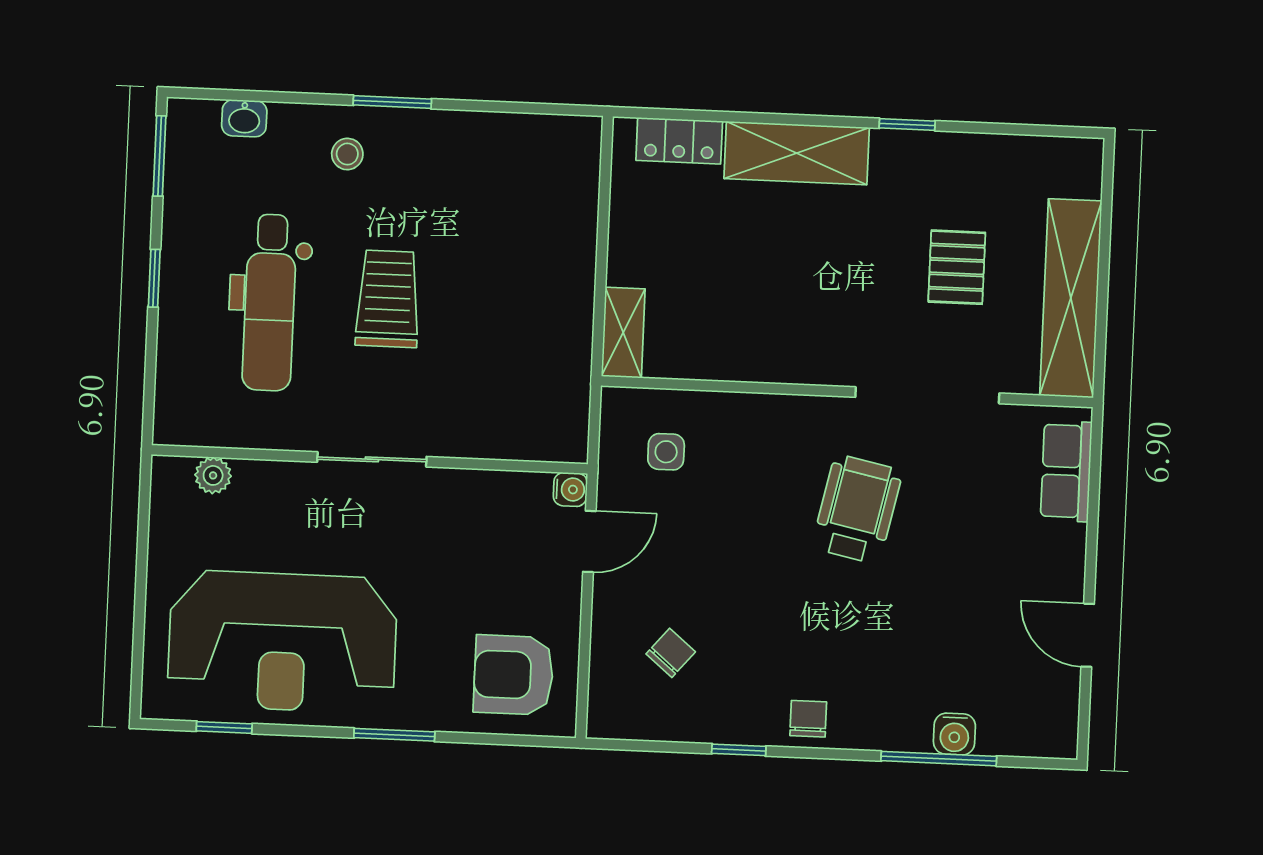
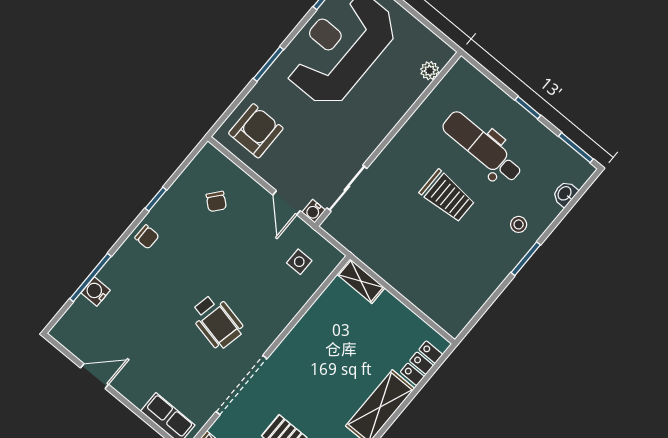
sliding door: (372, 459) -> (347, 188), moved

